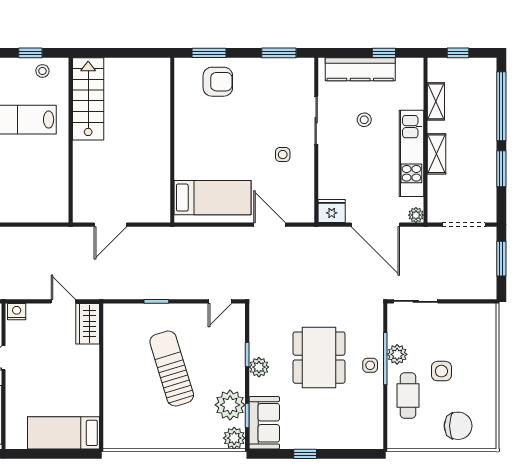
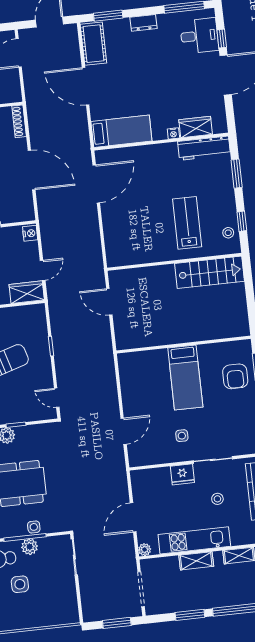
bed: (213, 198) -> (185, 378), moved
fridge: (332, 211) -> (182, 474), moved, turned 90
door: (375, 225) -> (133, 517), width x0.73
side table: (370, 365) -> (34, 527), moved

